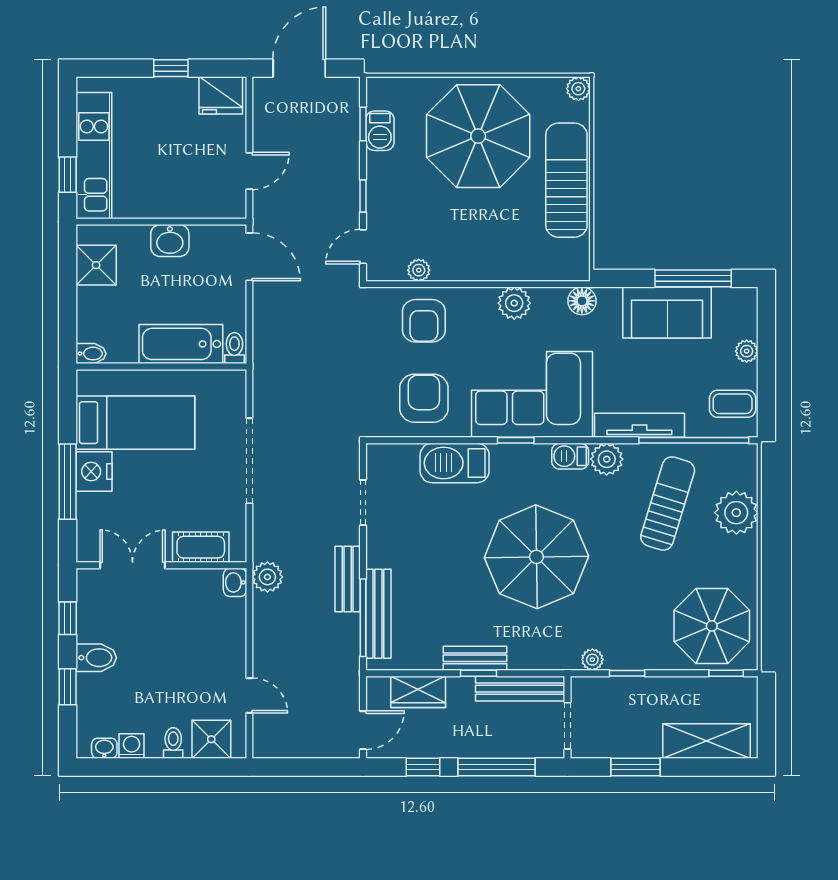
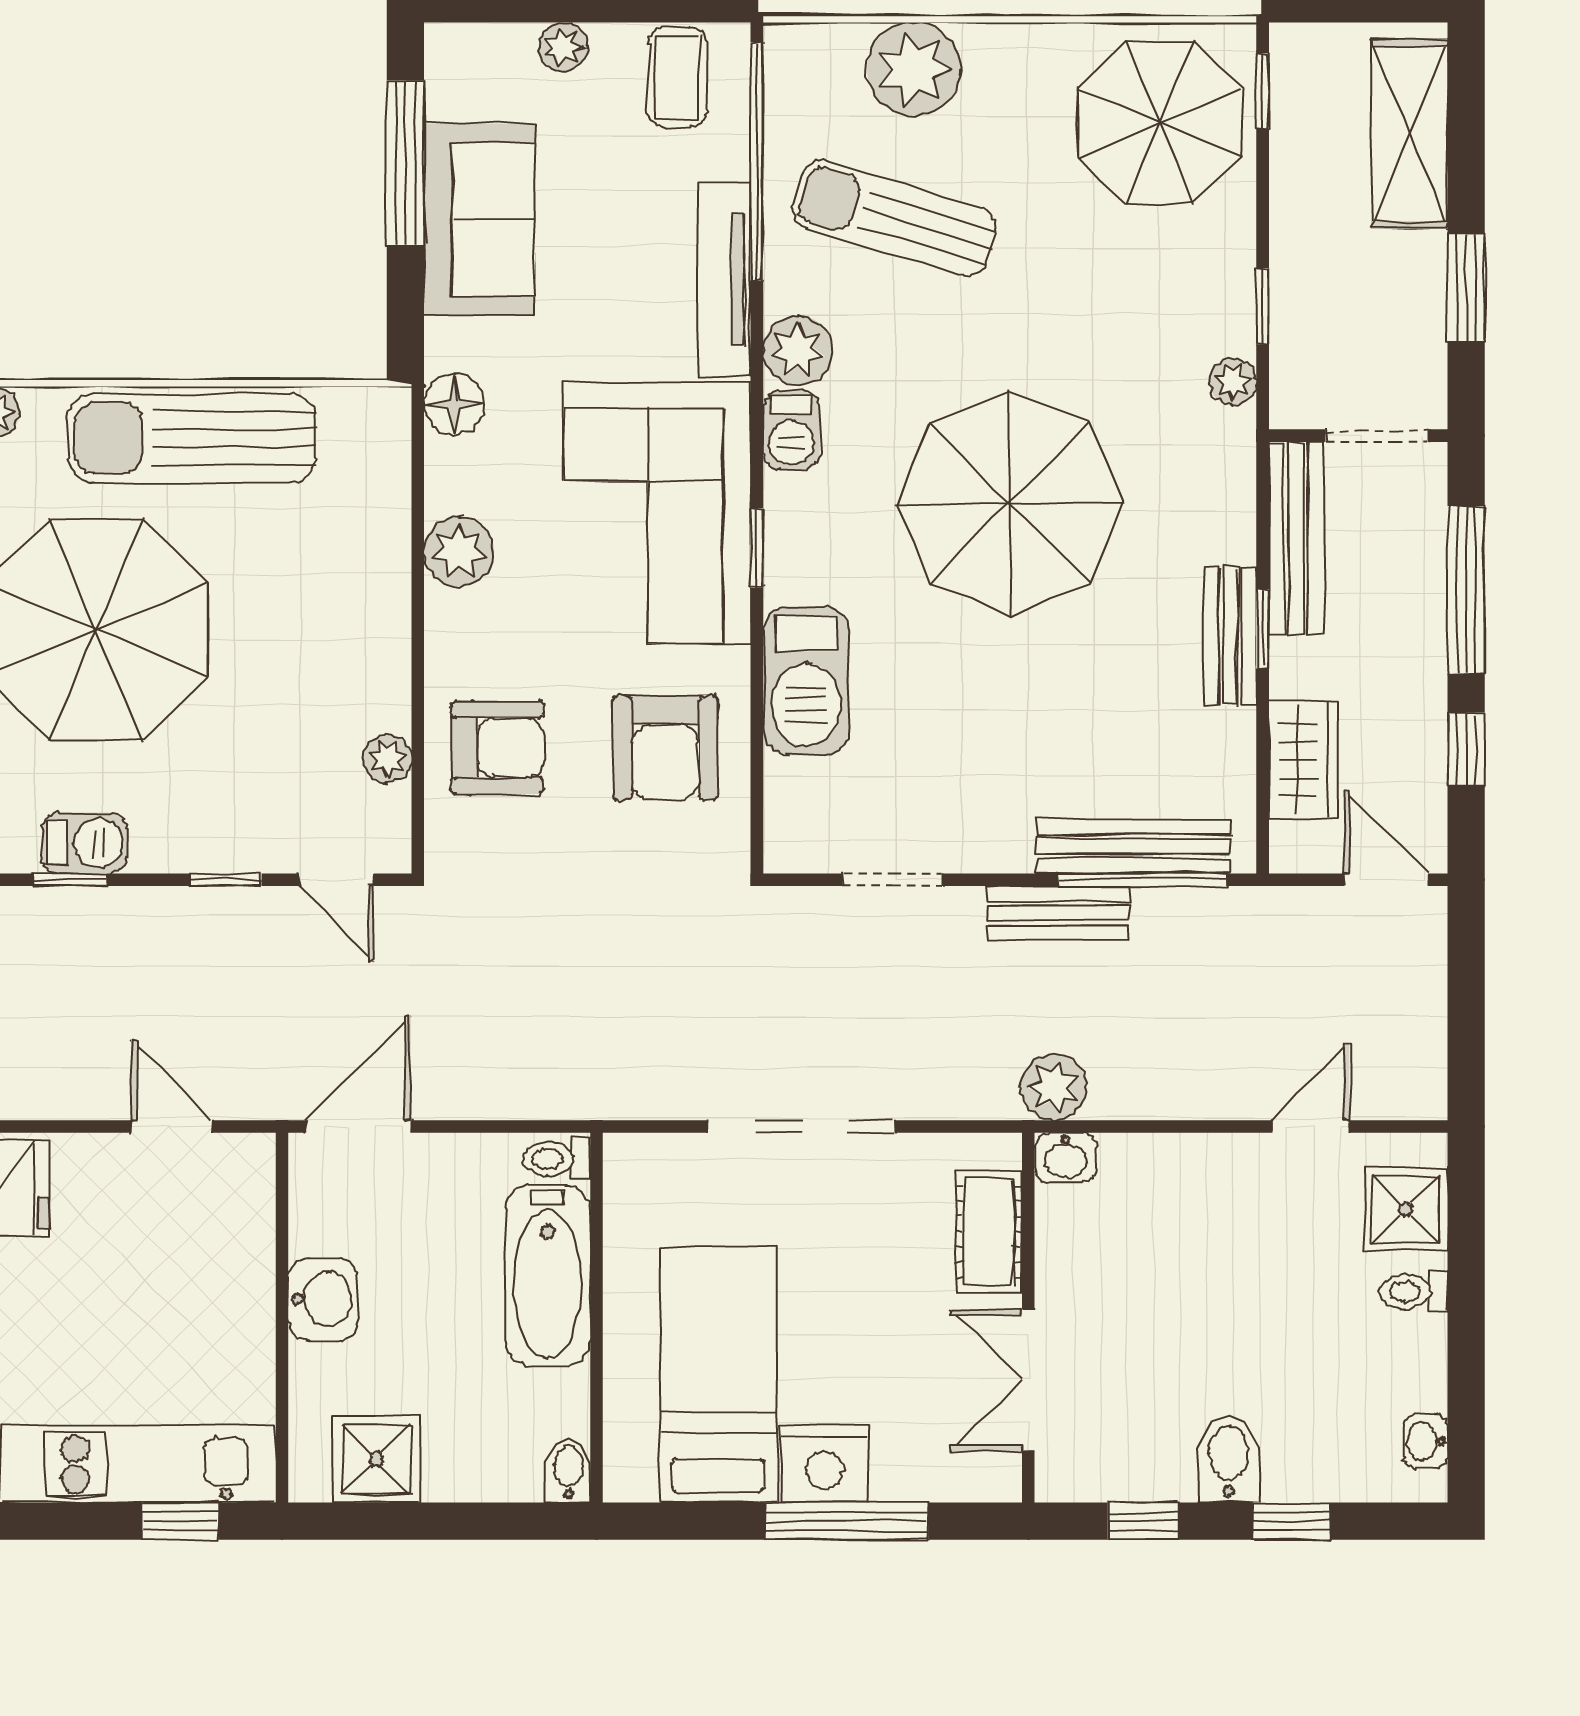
armchair: (424, 398) -> (665, 748), turned -90
washing machine: (132, 746) -> (1421, 1382), removed

